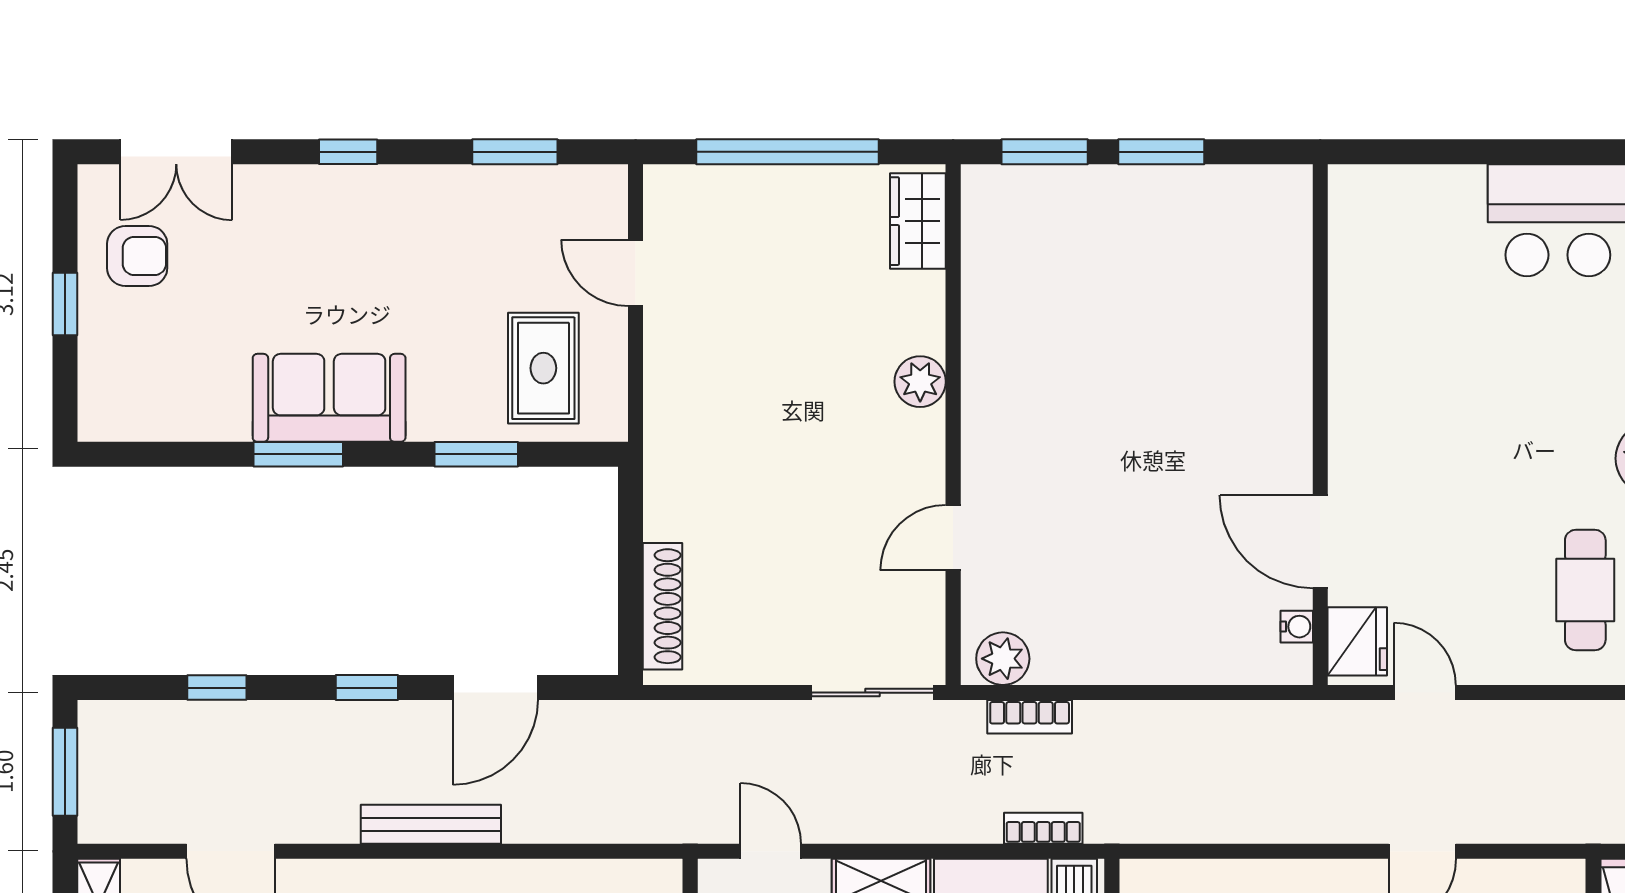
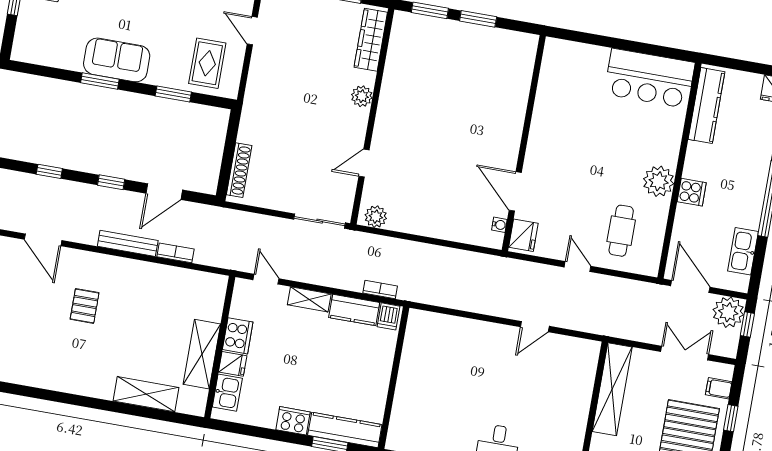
wardrobe: (918, 221) -> (371, 40), width x1.50
door: (1425, 693) -> (578, 267), moved
bookcase: (1030, 717) -> (175, 253), moved, turned 180

